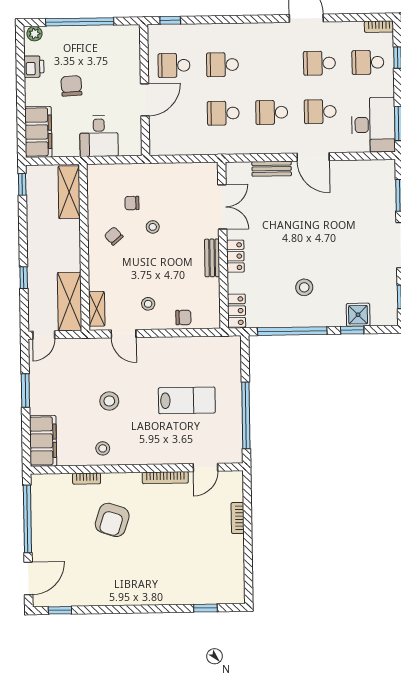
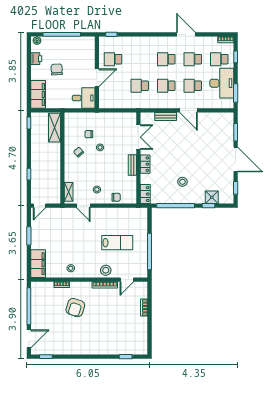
school desk: (222, 65) -> (166, 59), moved
desk: (373, 125) -> (222, 83), moved
desk: (99, 136) -> (84, 98), moved, turned -90
shelving: (70, 302) -> (54, 188), removed
stool: (109, 401) -> (106, 270), moved

